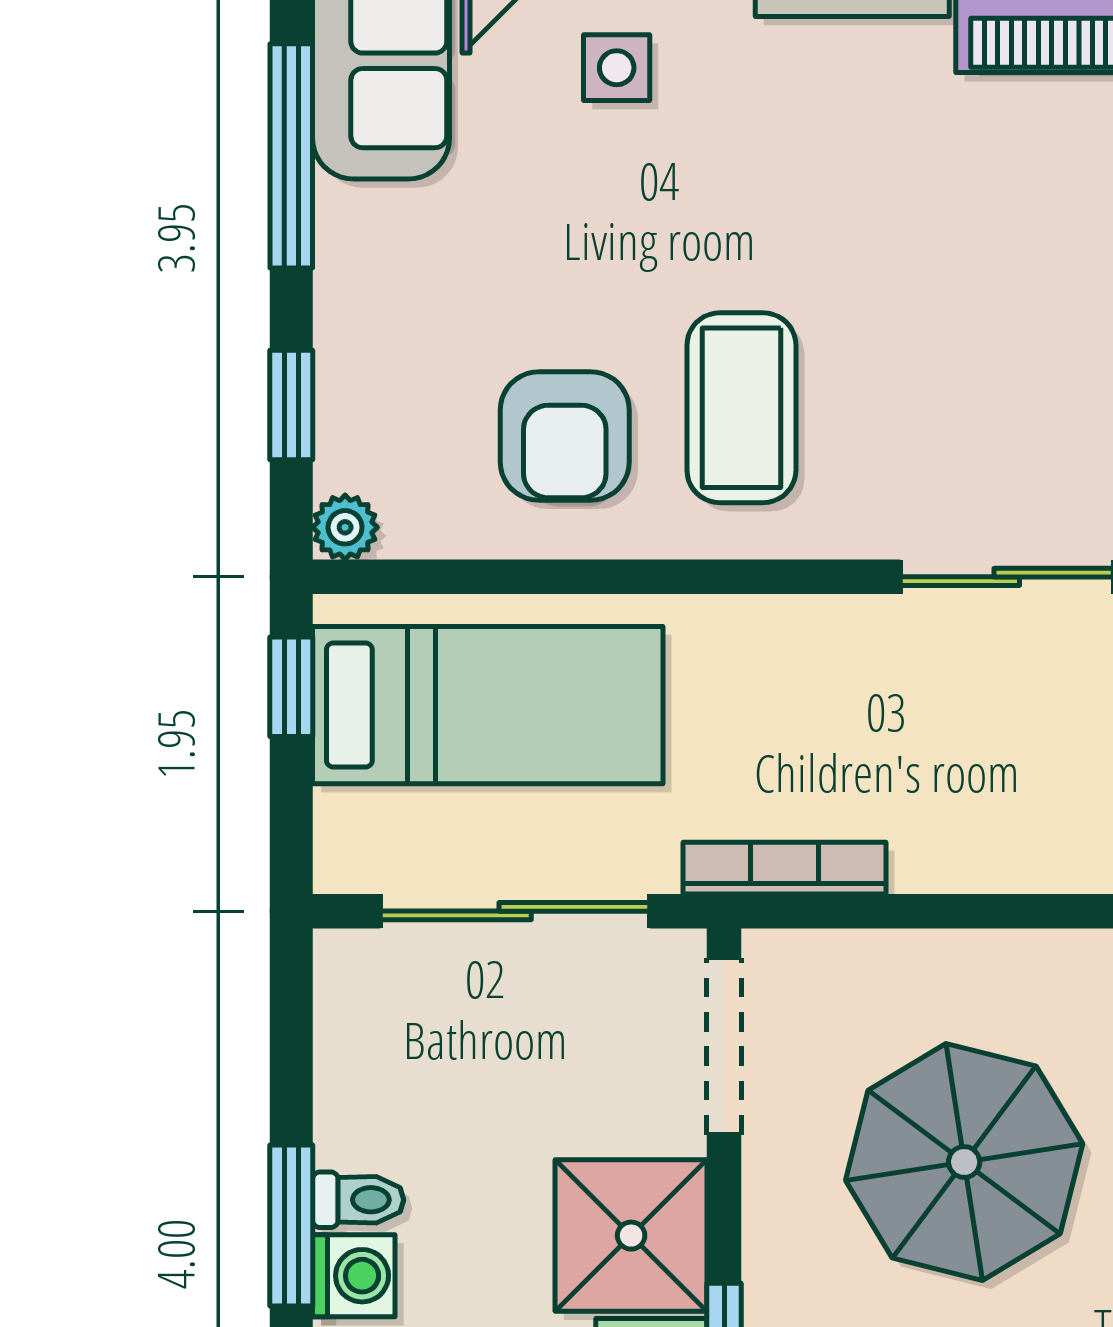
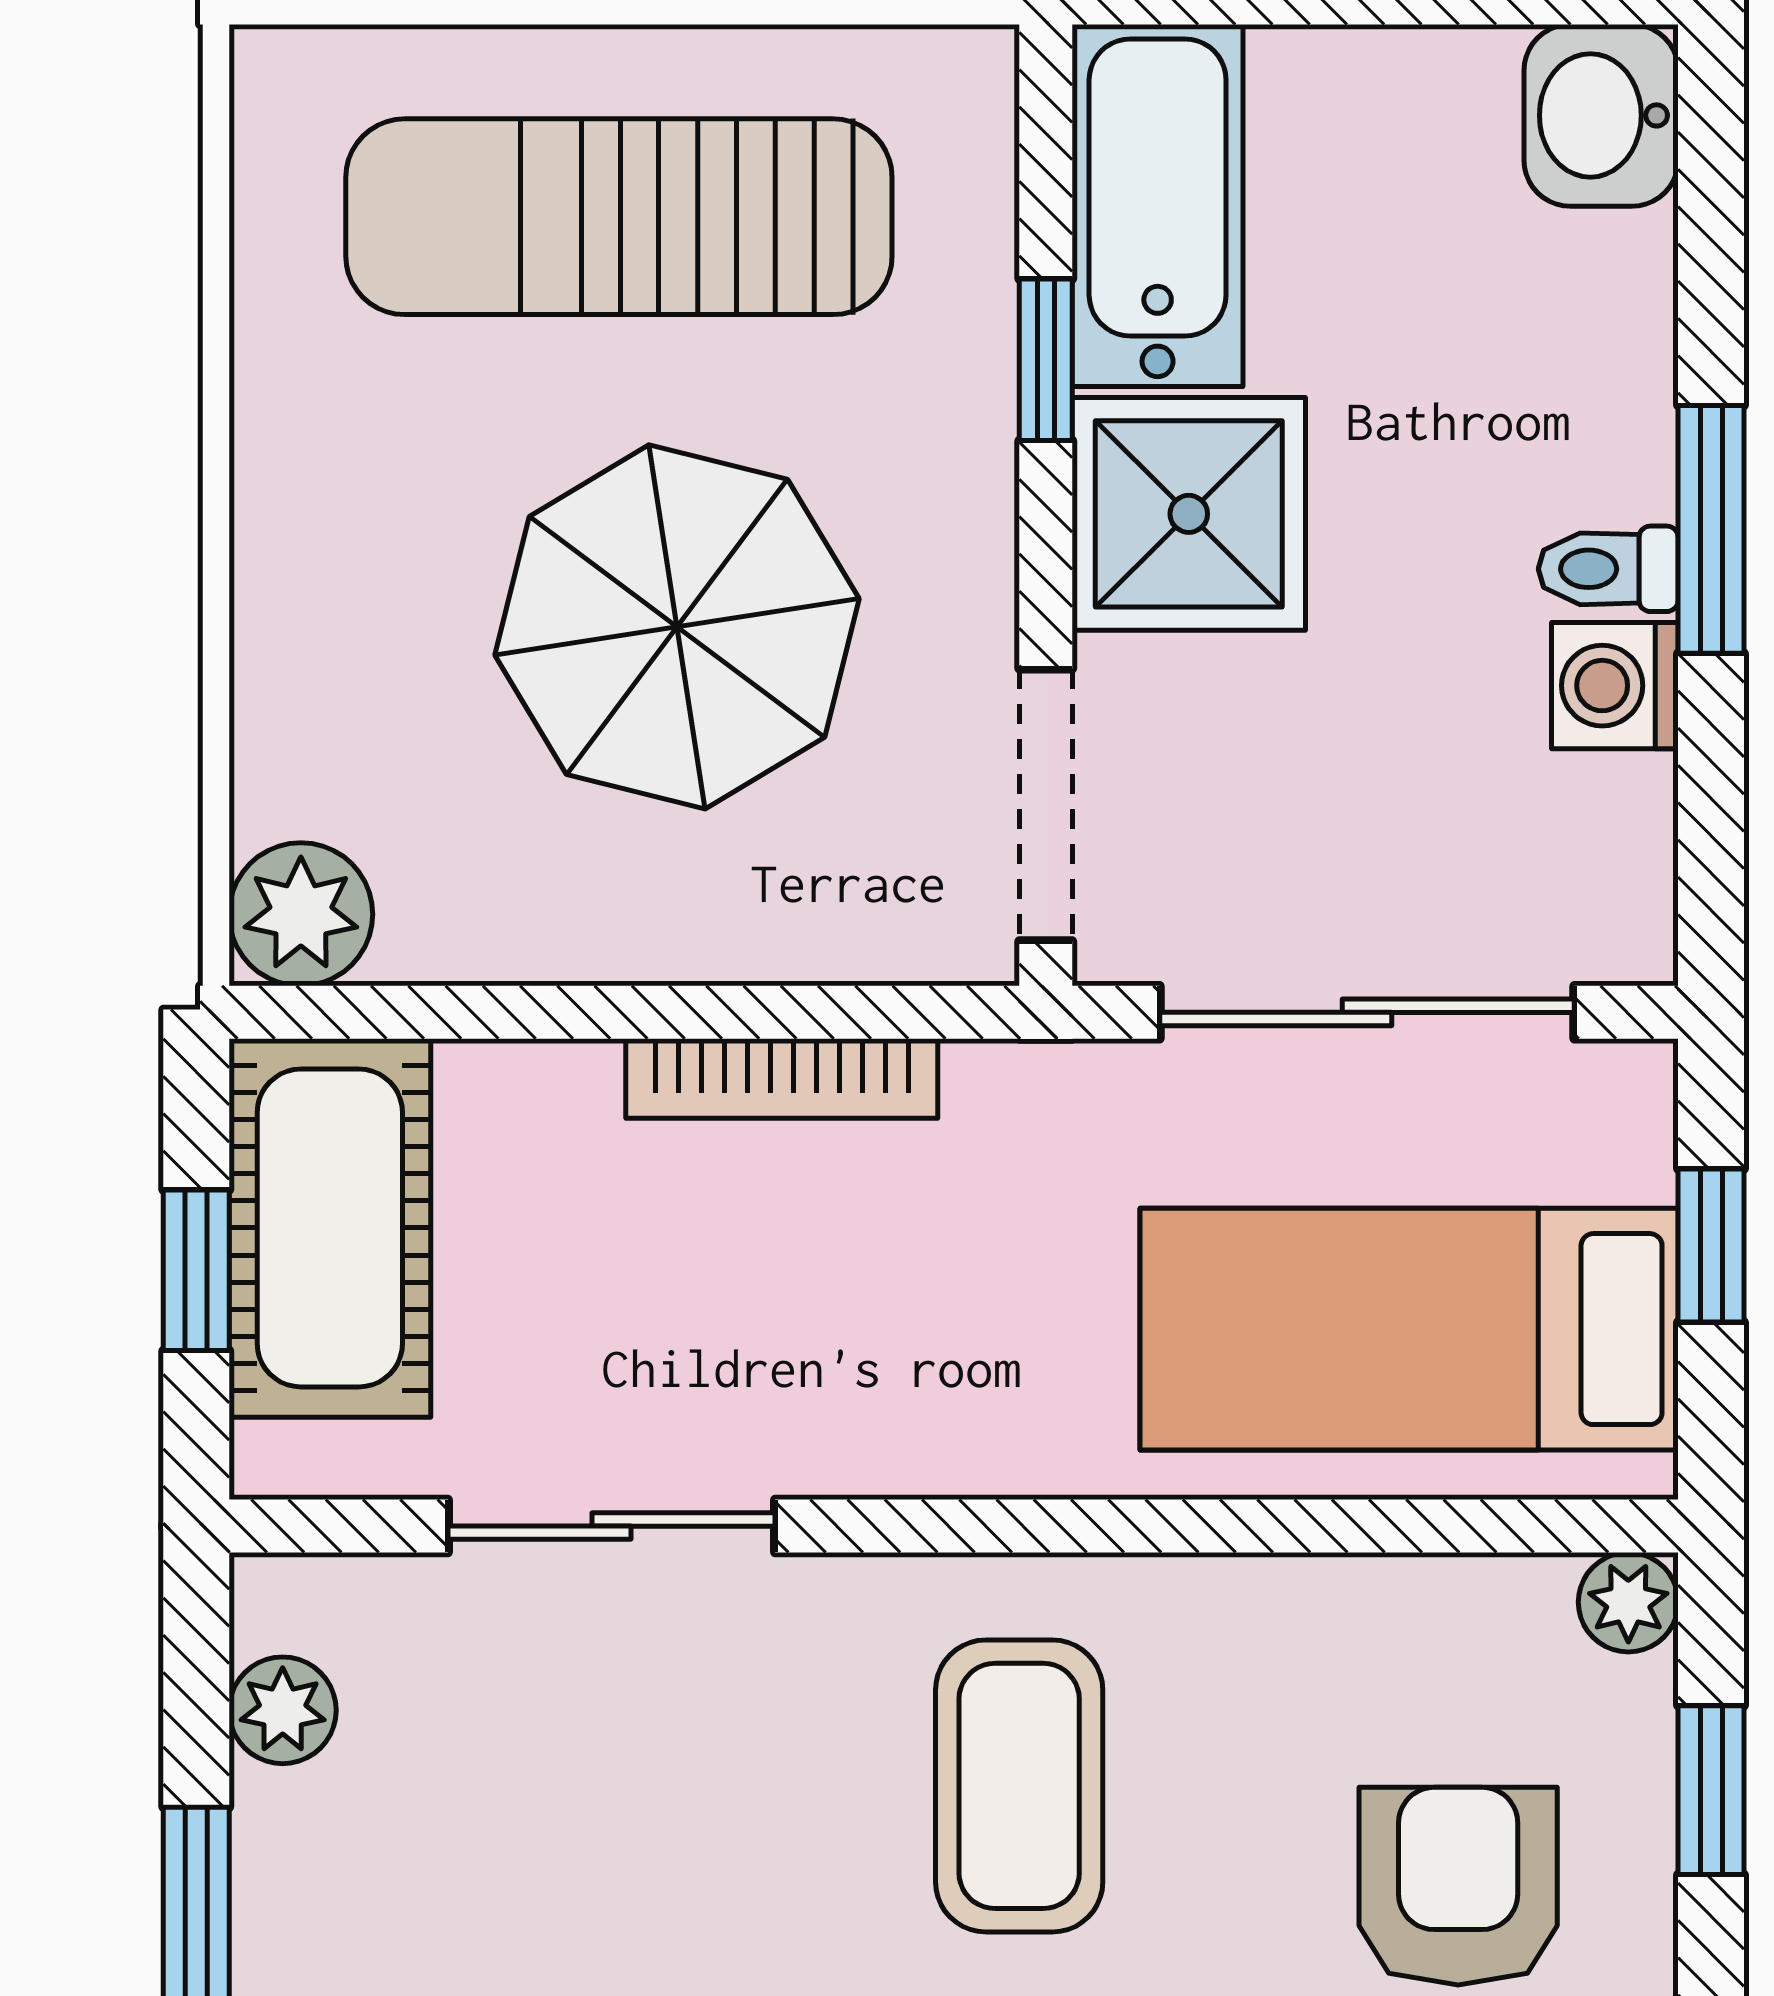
armchair: (565, 436) -> (1458, 1886), moved
window: (291, 687) -> (1711, 1246), moved
bookcase: (784, 868) -> (782, 1079), moved
washing machine: (354, 1276) -> (1615, 686), moved

